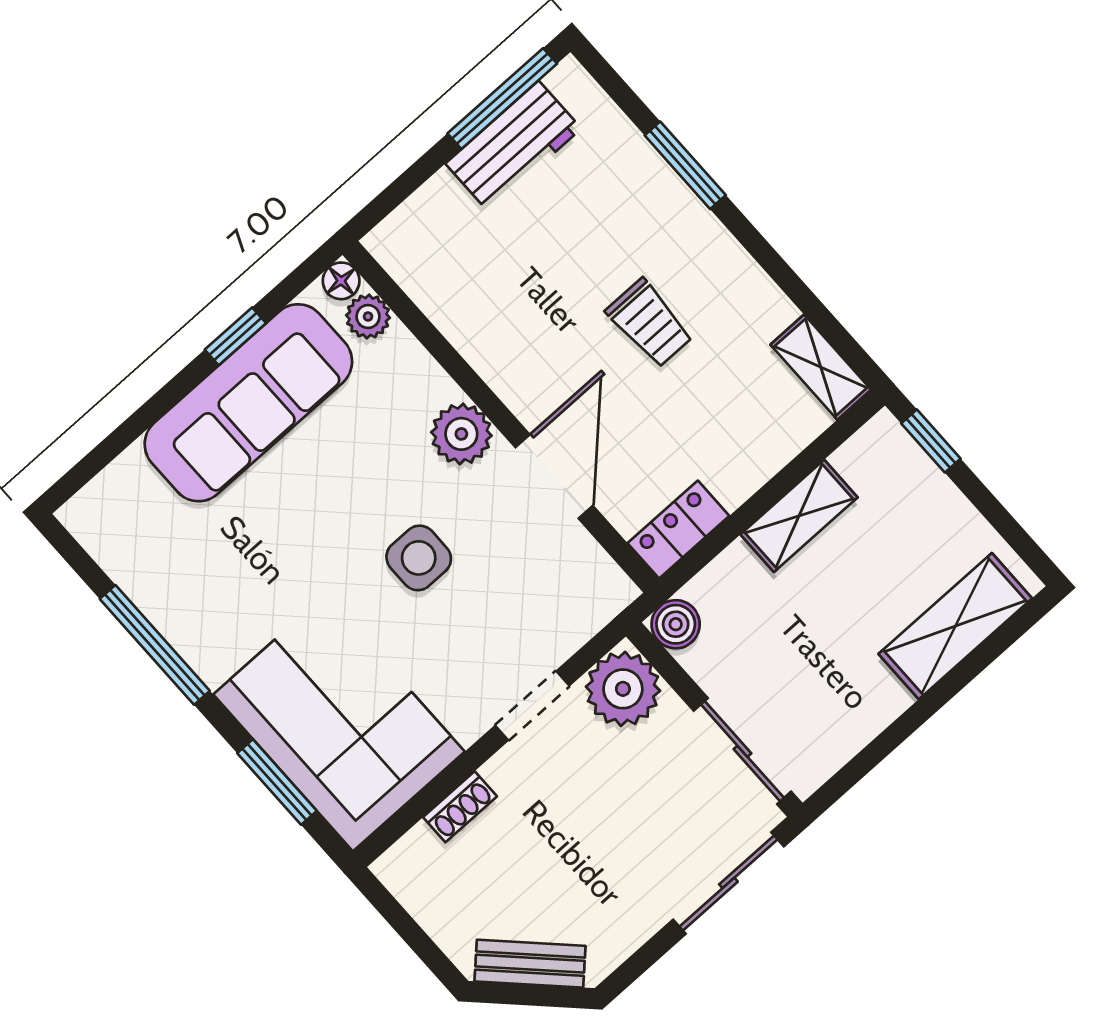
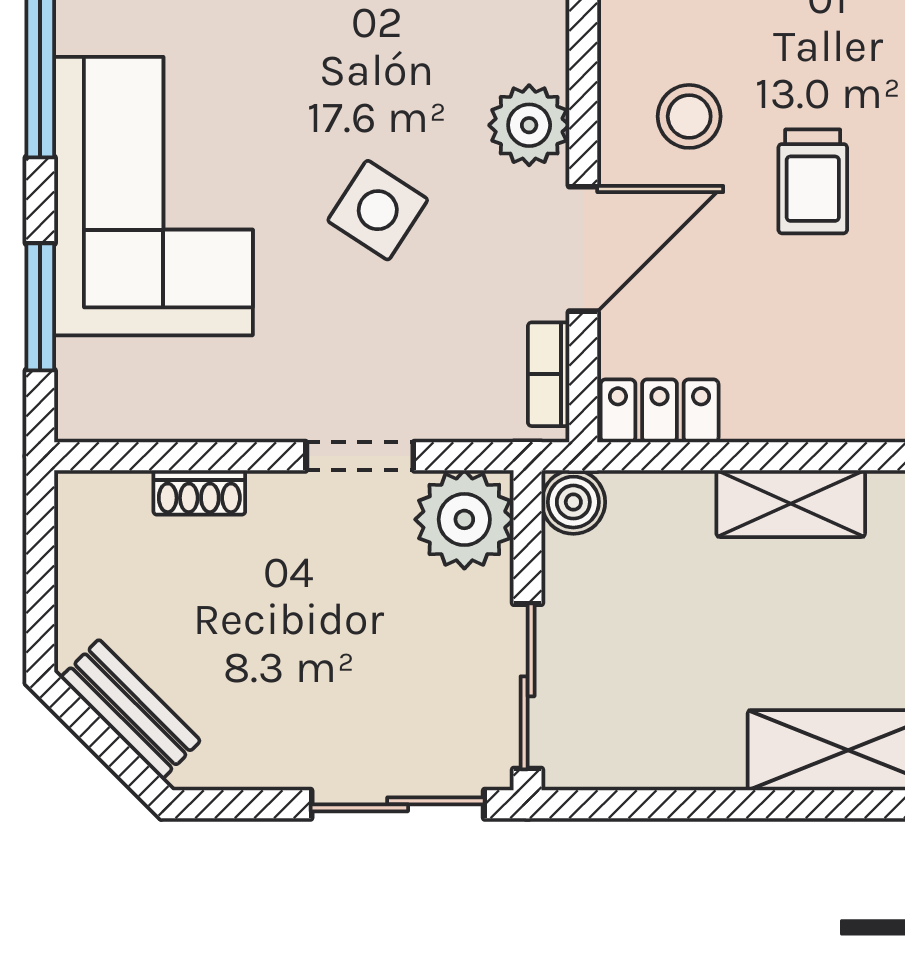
stool: (547, 349) -> (689, 116), added
side table: (419, 558) -> (378, 210), turned 33
bookcase: (598, 565) -> (549, 374), added
corner sofa: (339, 723) -> (153, 196), moved

